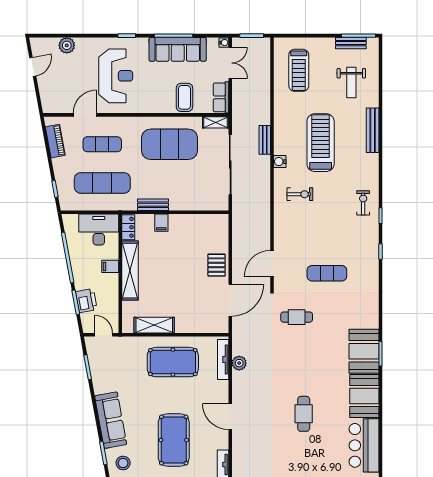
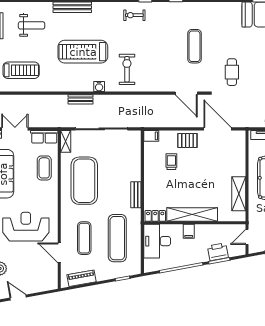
coffee table: (184, 97) -> (44, 168), turned 90
exercise bike: (300, 194) -> (127, 69), width x1.38, depth x1.39
filing cabinet: (161, 223) -> (151, 136), moved
trolley: (192, 246) -> (171, 162), added

